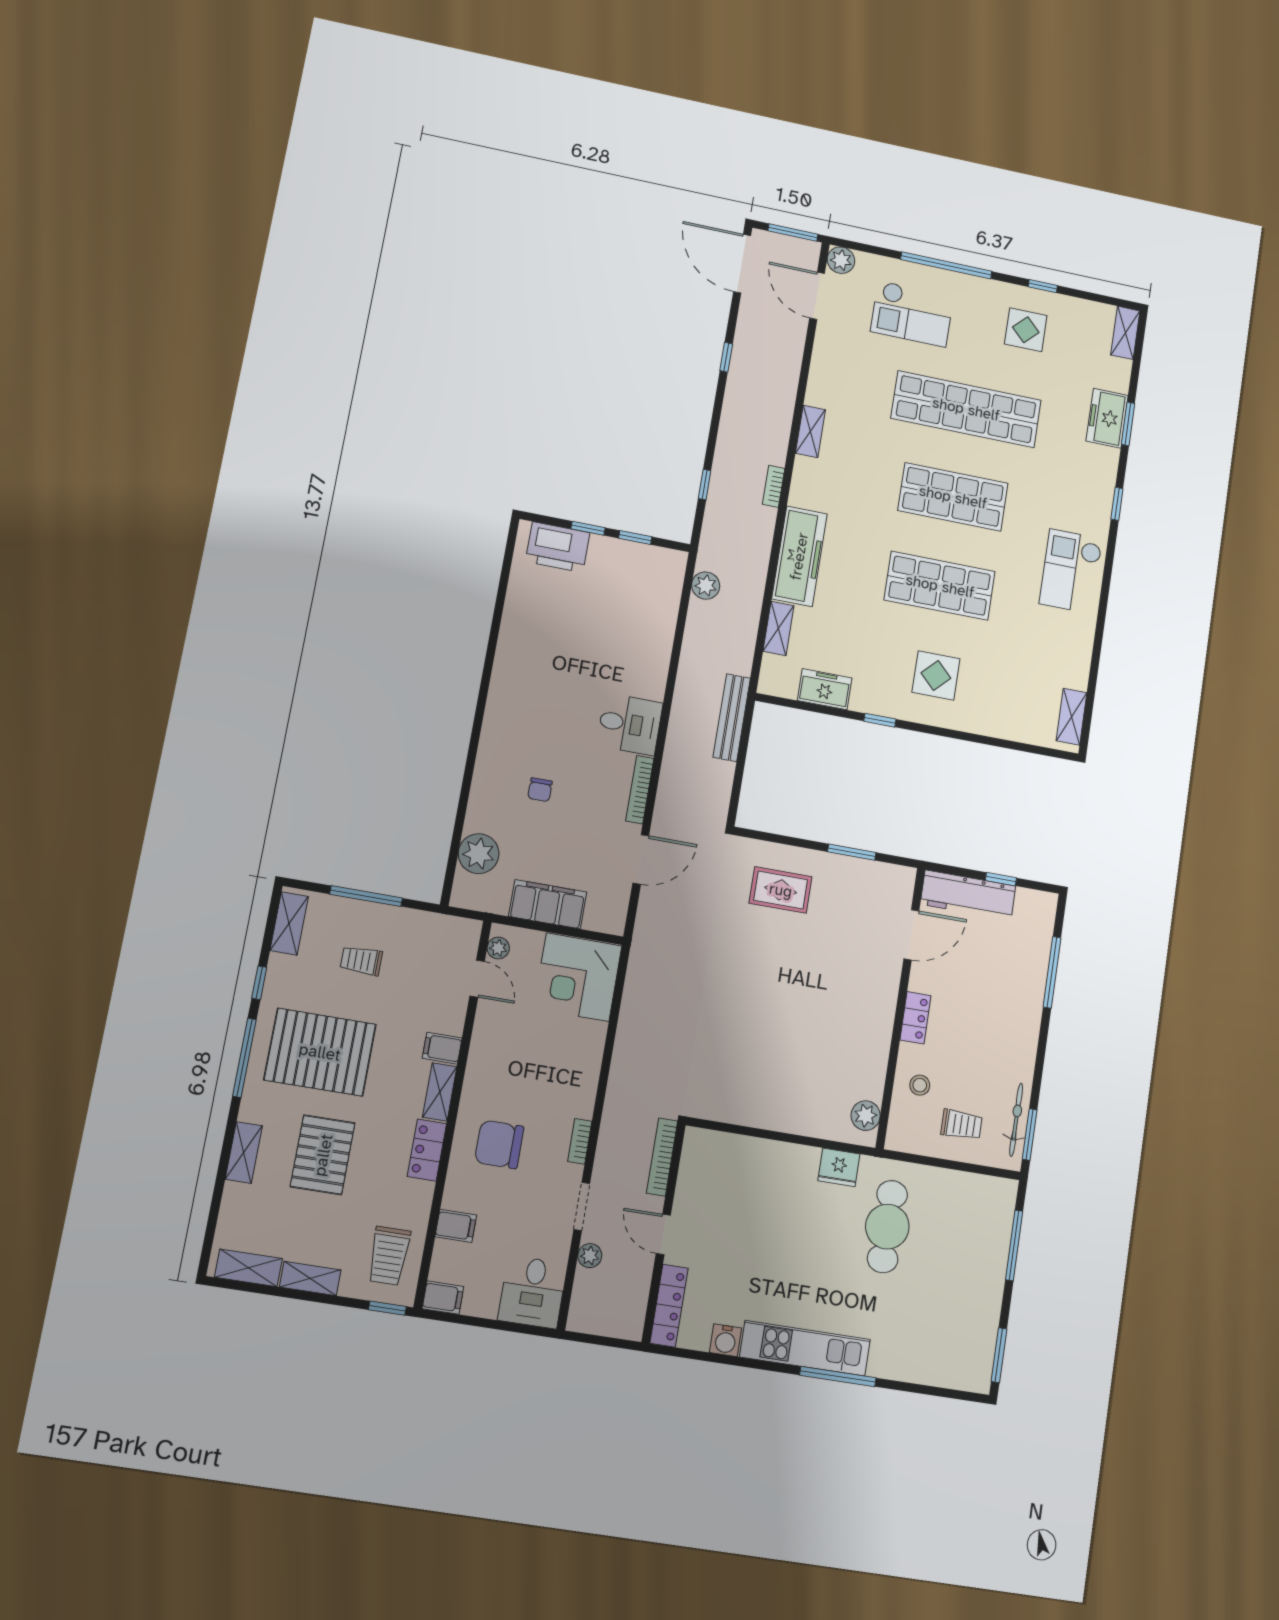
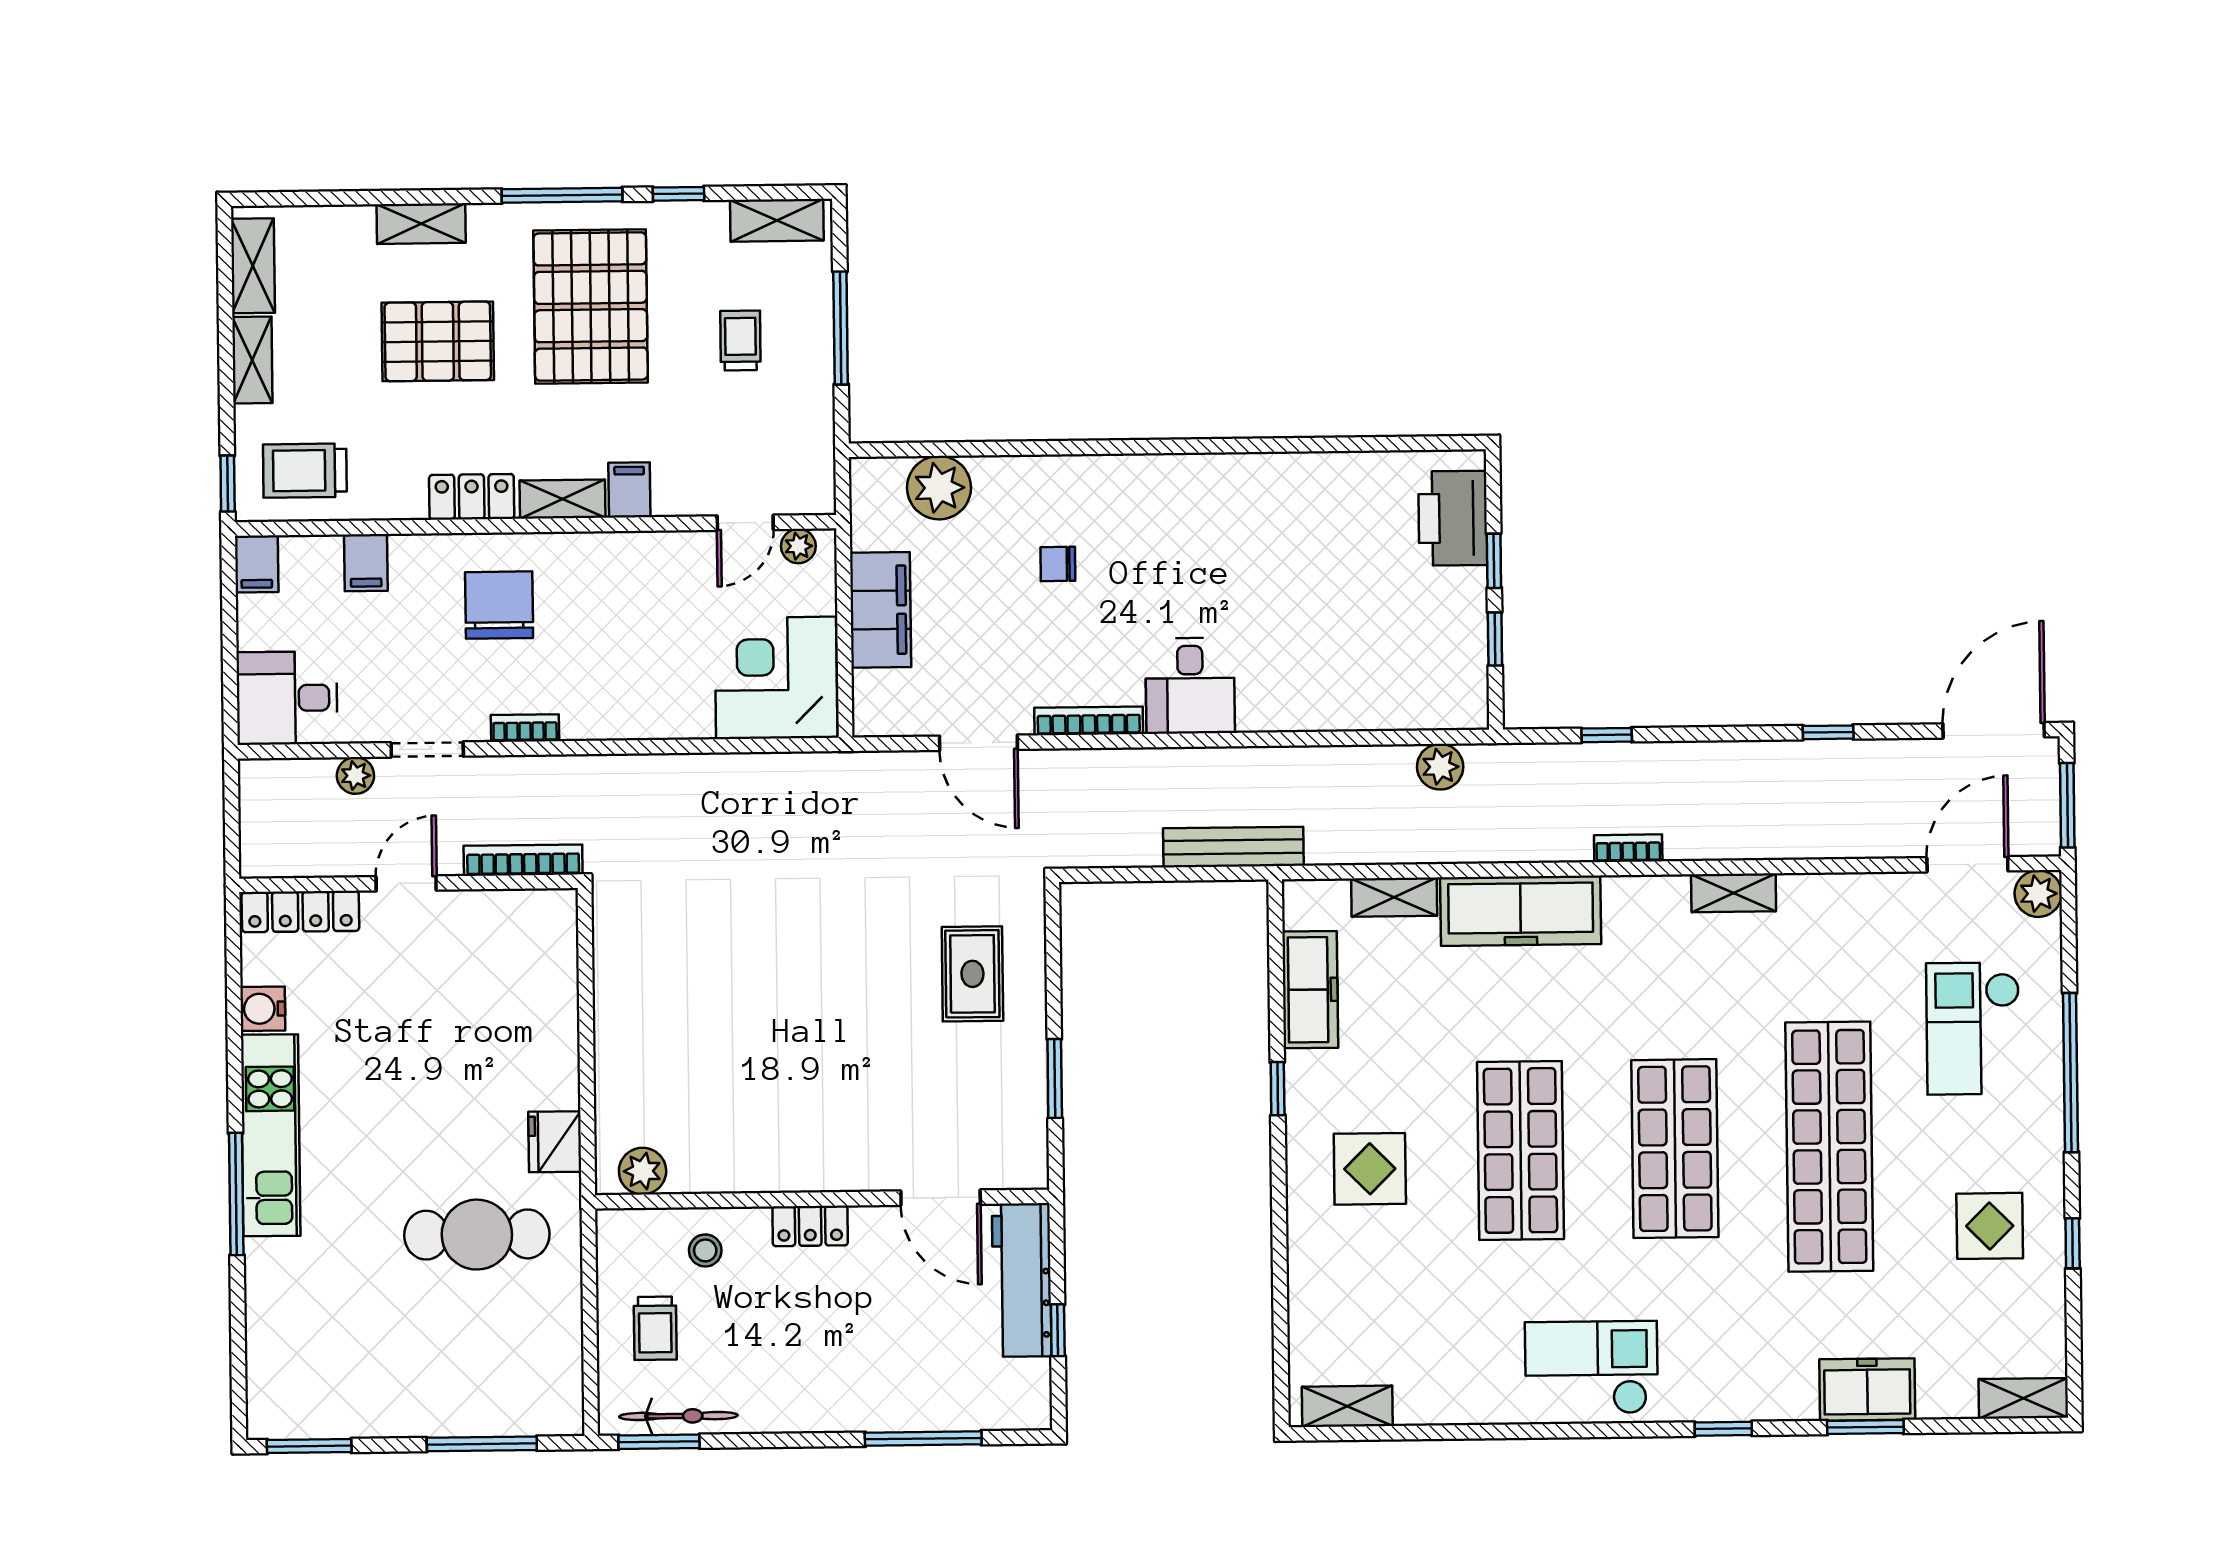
freezer: (825, 689) -> (1310, 990), width x1.40

